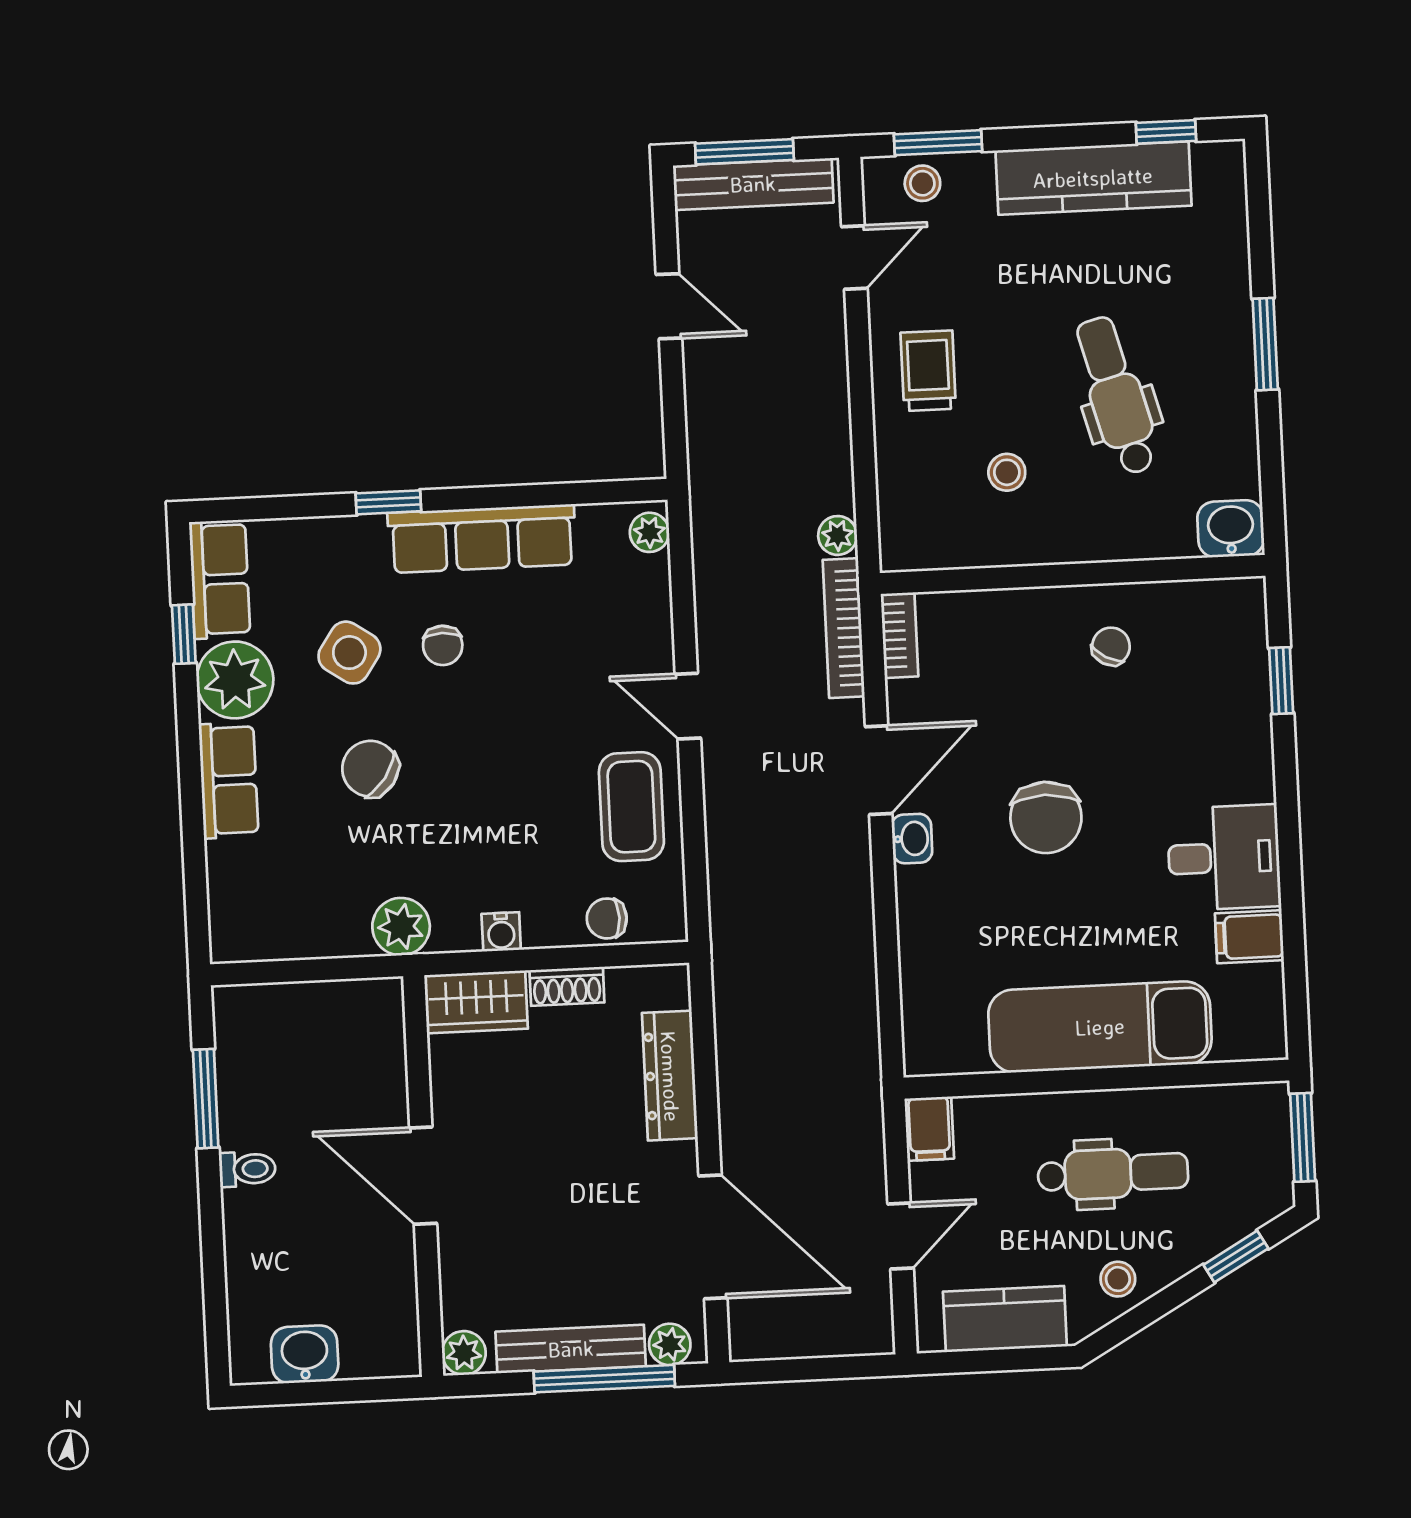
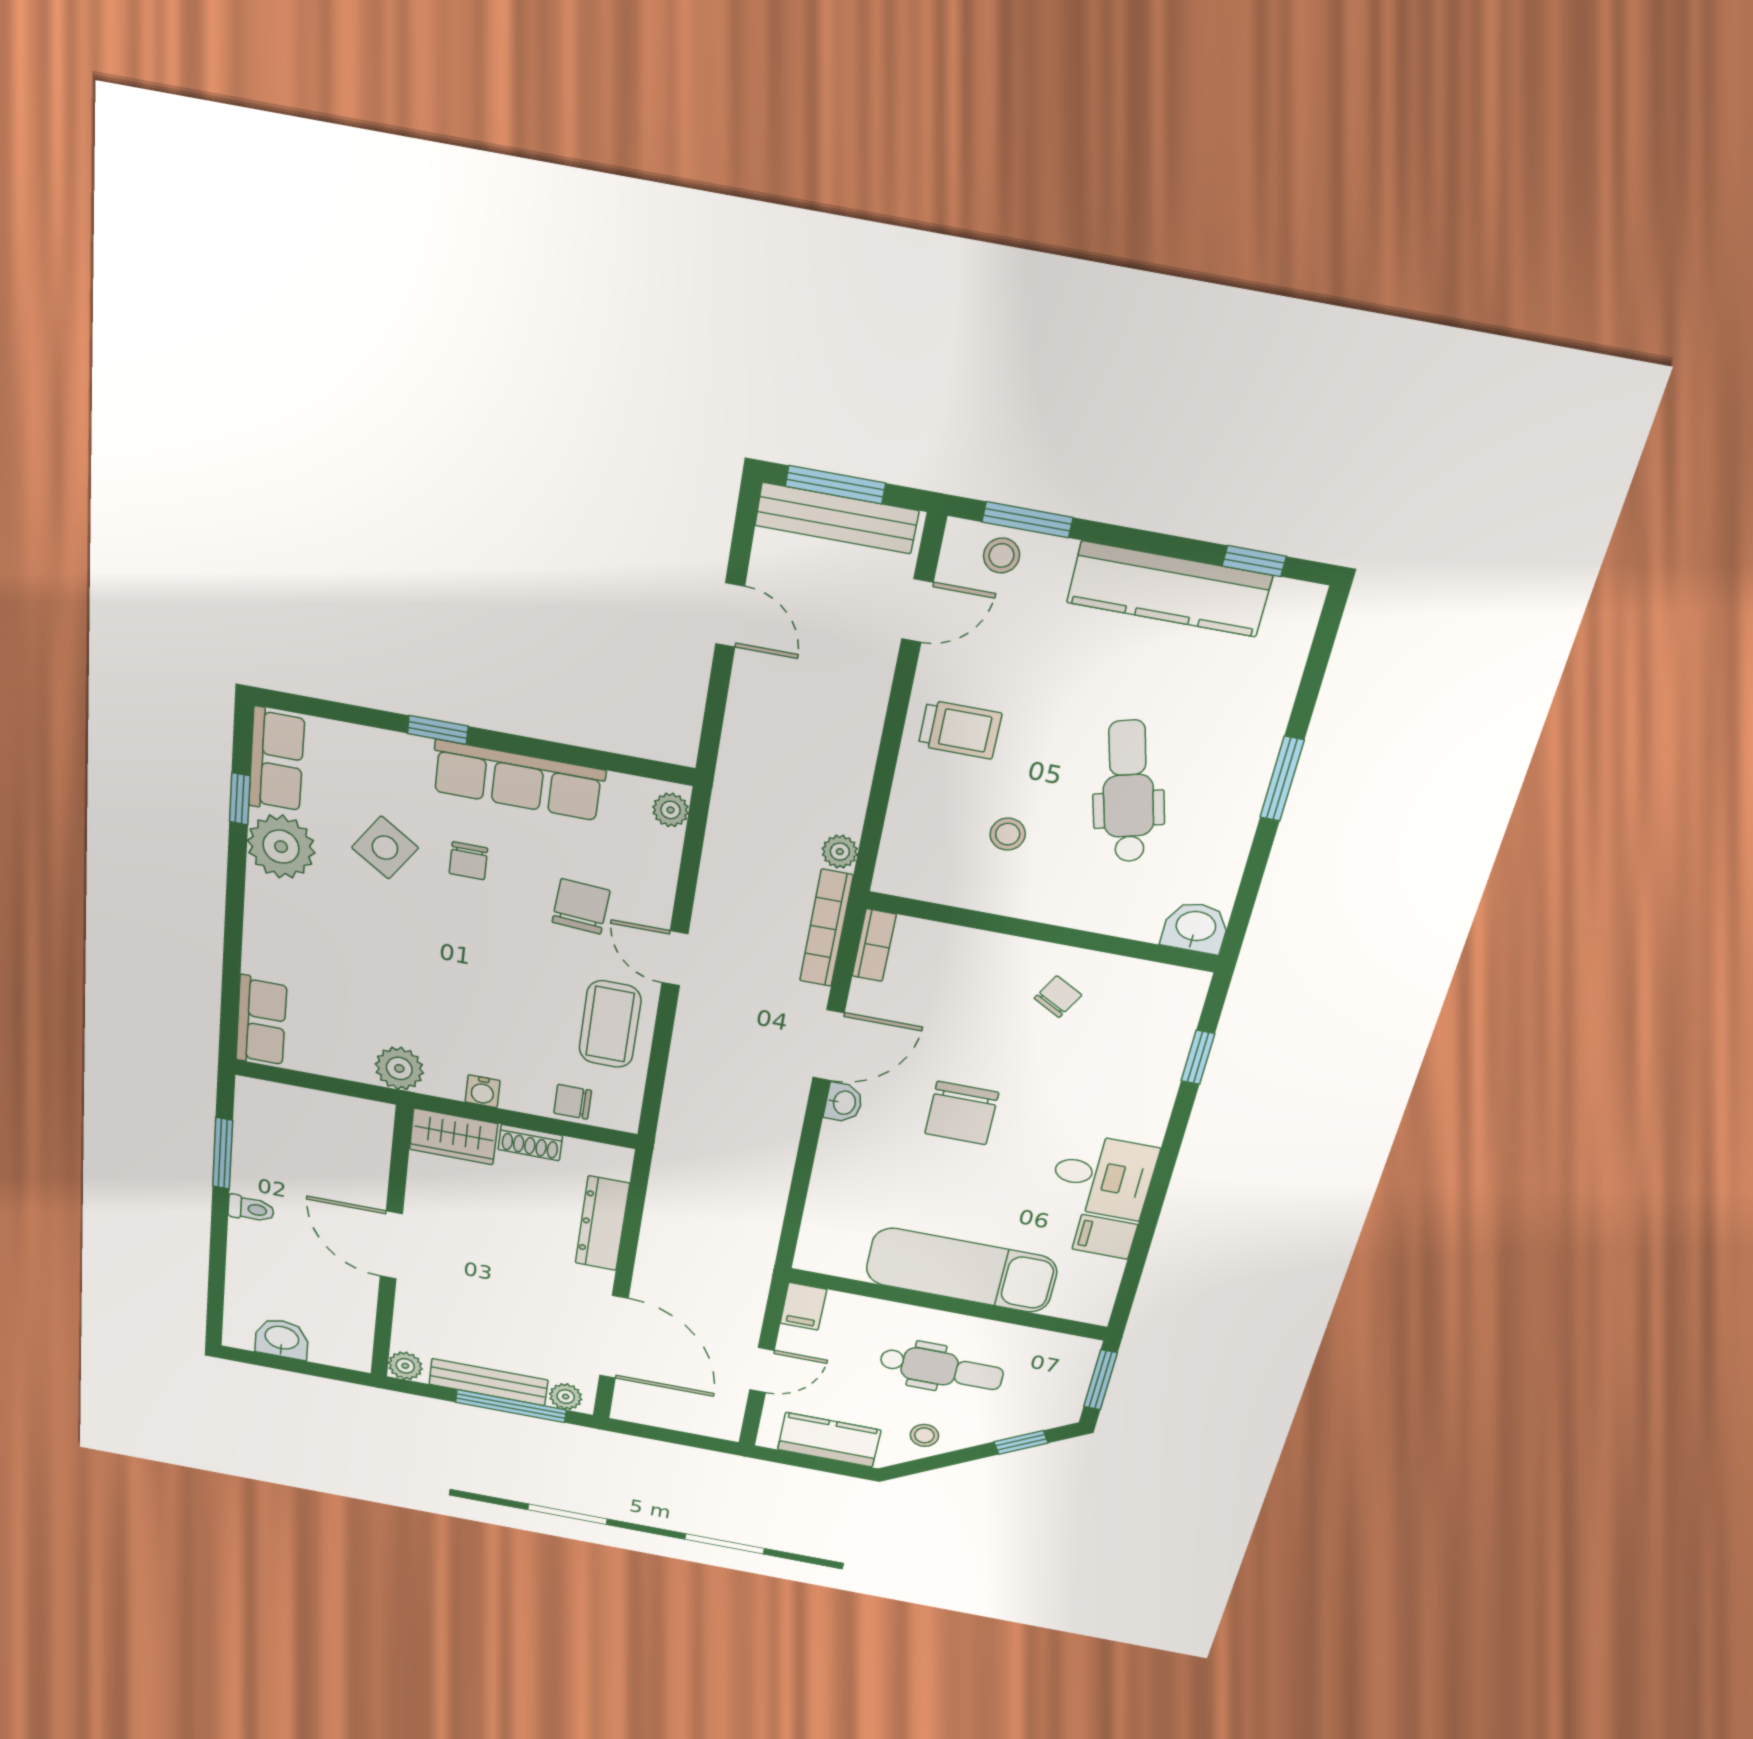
trolley: (928, 371) -> (960, 730), turned 90
chair: (370, 769) -> (581, 906), moved, turned 59
row of seats: (229, 780) -> (261, 1021), moved

